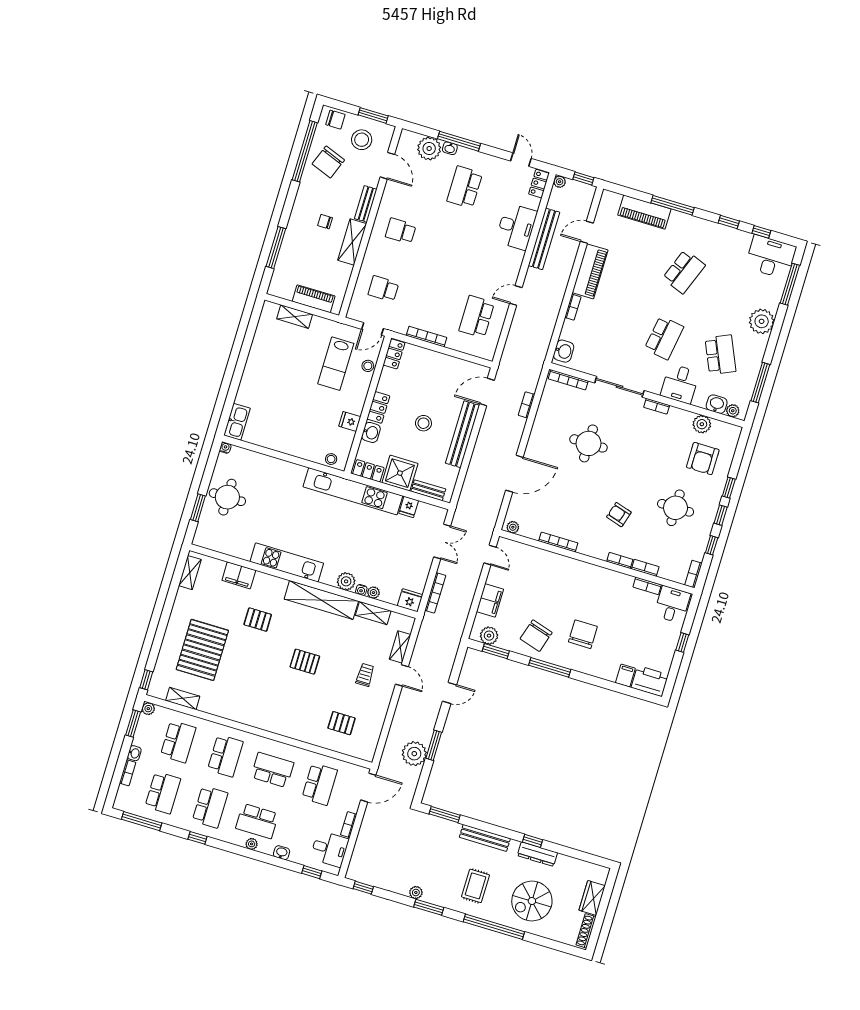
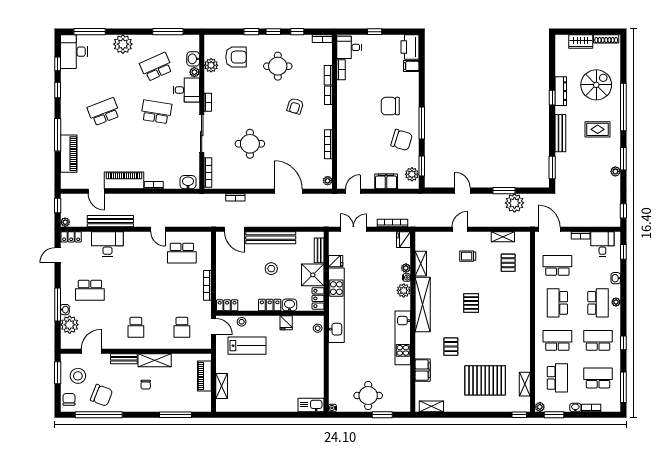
school desk: (684, 272) -> (104, 112), turned -42
plant: (733, 411) -> (194, 72), moved
shelving: (400, 647) -> (503, 237), moved
school desk: (178, 742) -> (557, 378), turned 90
spiral stairs: (532, 901) -> (596, 85), turned -90

